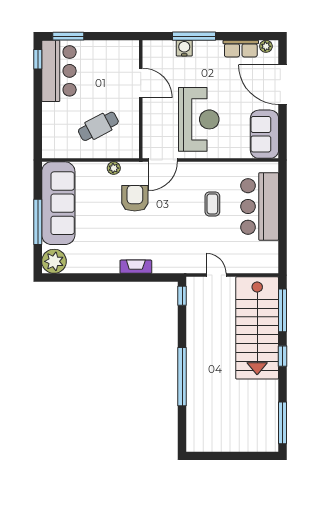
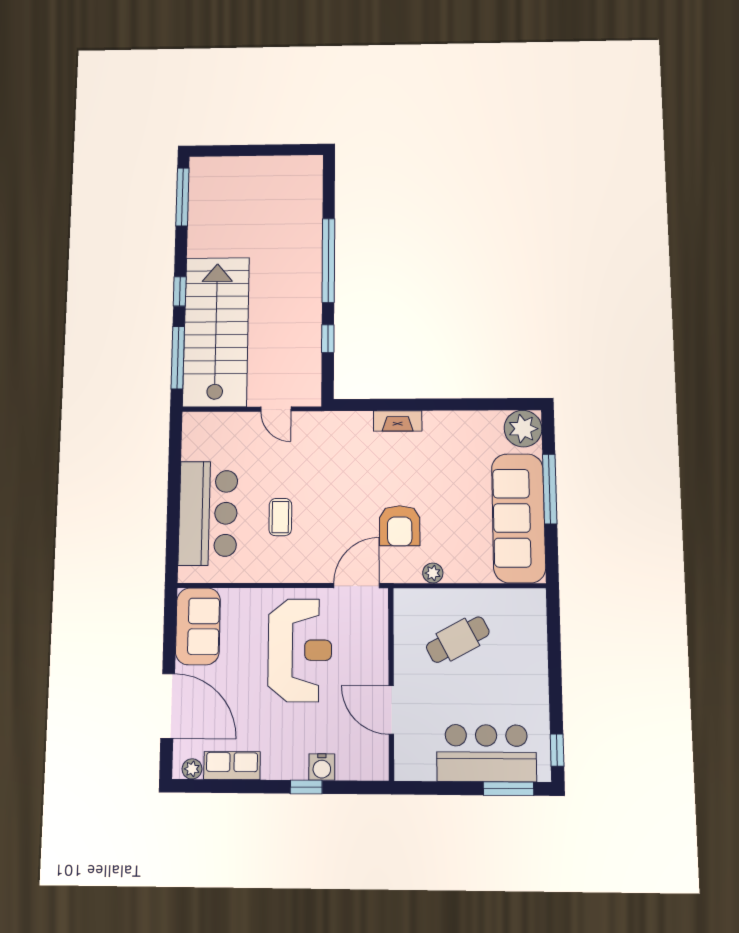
window: (194, 36) -> (306, 787), width x0.46
bar counter: (59, 71) -> (486, 753), moved, turned 90
reception desk: (199, 119) -> (300, 650), turned 180
window: (182, 296) -> (328, 338), moved

